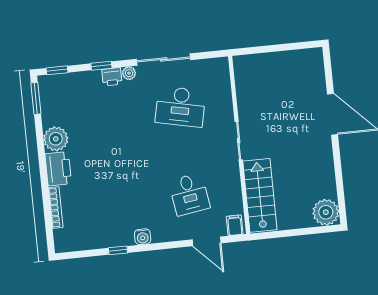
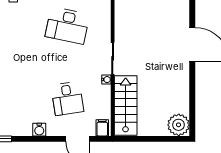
water cooler: (234, 167) -> (106, 80), added
water cooler: (143, 237) -> (39, 130), moved

